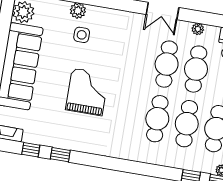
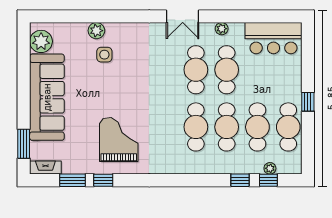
grand piano: (87, 92) -> (119, 140), moved
window: (31, 150) -> (72, 180), width x1.50

